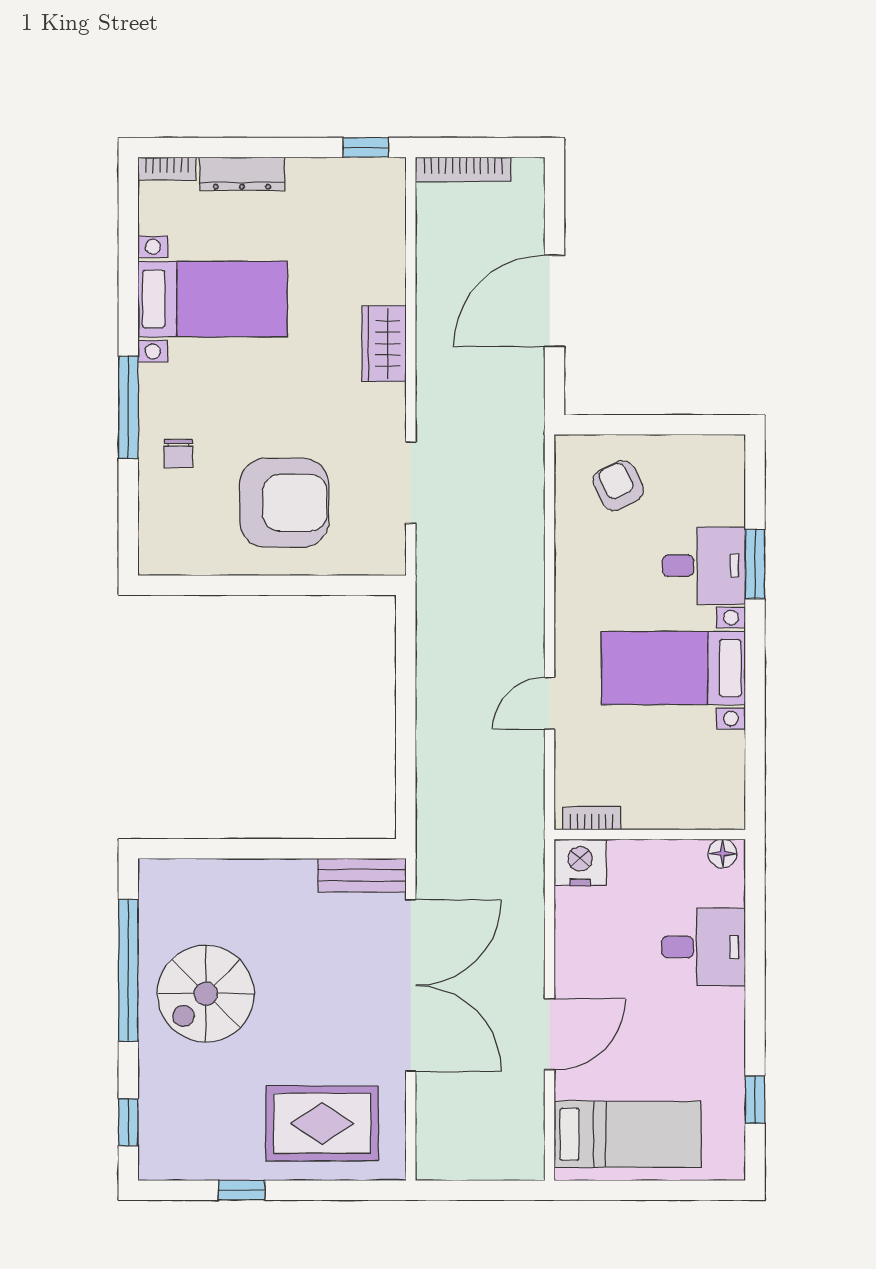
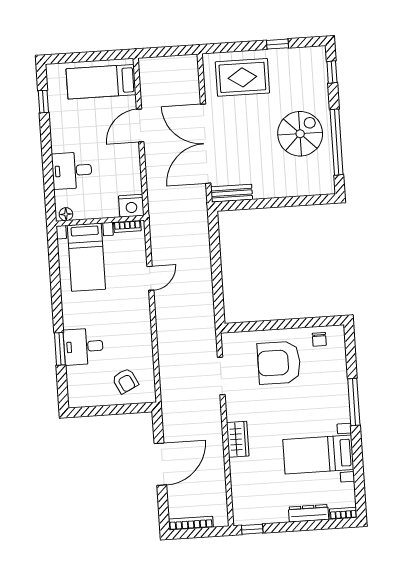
bookcase: (463, 169) -> (191, 523), moved
chair: (178, 453) -> (319, 339), moved, turned 180
bed with nightstands: (673, 668) -> (86, 257), moved, turned 90

